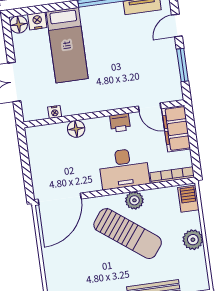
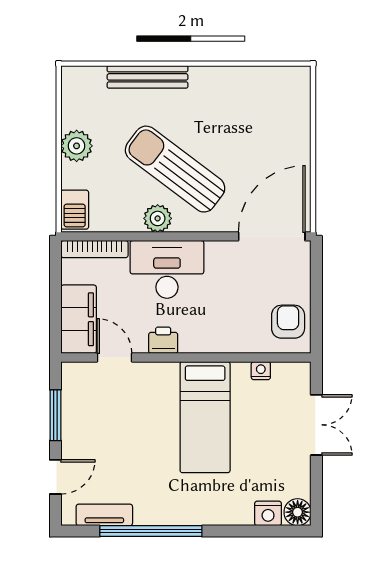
bed: (67, 45) -> (205, 417), moved, turned 180
floor lamp: (76, 129) -> (232, 340), removed
armchair: (42, 146) -> (288, 322), added

